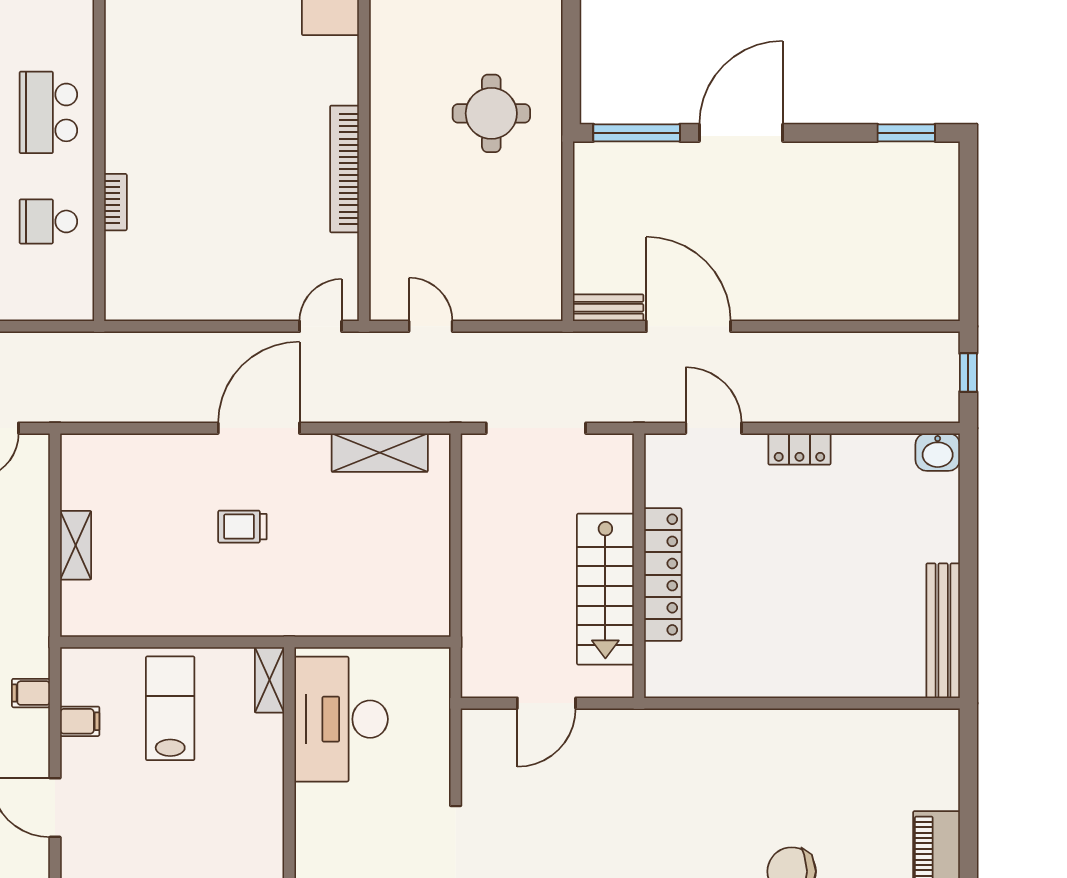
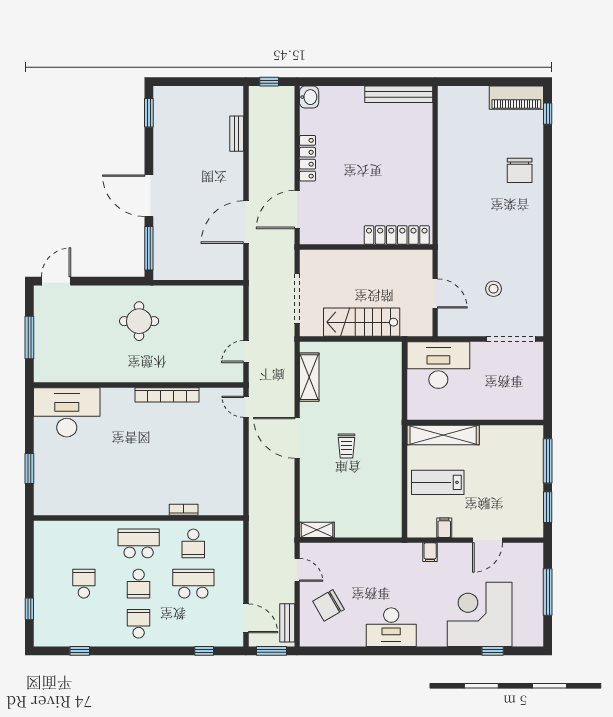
school desk: (48, 112) -> (139, 543), turned 180
bench: (608, 308) -> (237, 134), moved
door: (714, 428) -> (297, 210), width x1.36
locker: (799, 449) -> (308, 158), width x1.53
shelving: (76, 545) -> (317, 530), moved
locker: (663, 575) -> (397, 235), moved
stairs: (605, 589) -> (362, 322), moved, turned 180
shelving: (269, 680) -> (443, 435), width x2.20, depth x1.33
desk: (341, 719) -> (438, 365), moved, turned 180
stool: (556, 819) -> (494, 289), added

